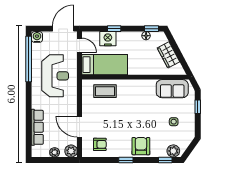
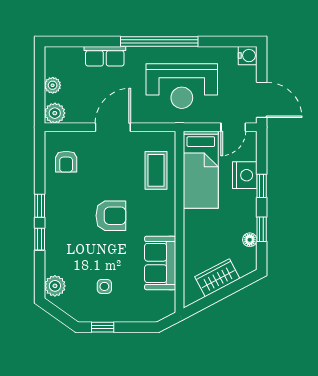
window: (151, 29) -> (262, 229), moved
window: (29, 59) -> (159, 41), moved
sofa: (172, 89) -> (160, 263), moved
window: (198, 107) -> (103, 327), moved
row of seats: (37, 127) -> (105, 56), width x0.68
door: (79, 127) -> (113, 127), moved
armchair: (141, 146) -> (111, 216), moved
window: (165, 160) -> (40, 239), moved

